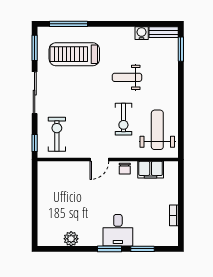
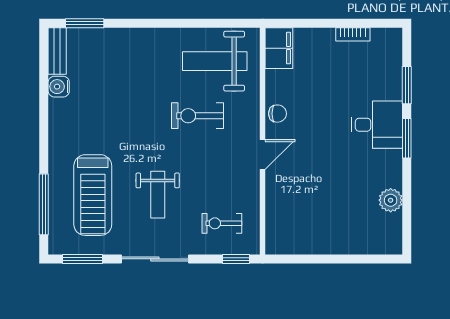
weight bench: (127, 77) -> (158, 195), moved
exercise bike: (123, 119) -> (198, 116), turned 180
exercise bike: (57, 134) -> (222, 223), width x0.73, depth x0.72
door: (99, 159) -> (263, 154), hinge flipped
filing cabinet: (151, 170) -> (279, 48), moved

